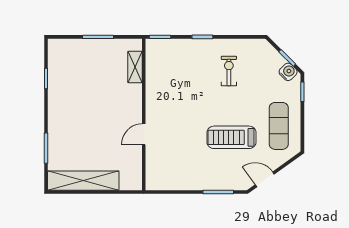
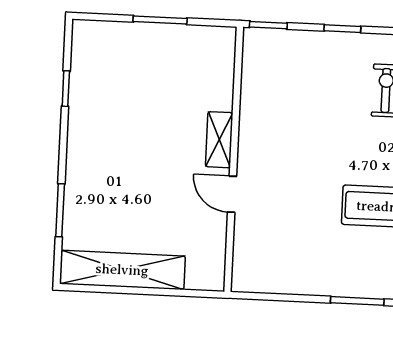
shelving: (135, 67) -> (219, 140), moved
door: (144, 134) -> (232, 194), hinge flipped

